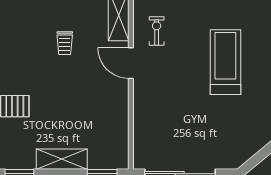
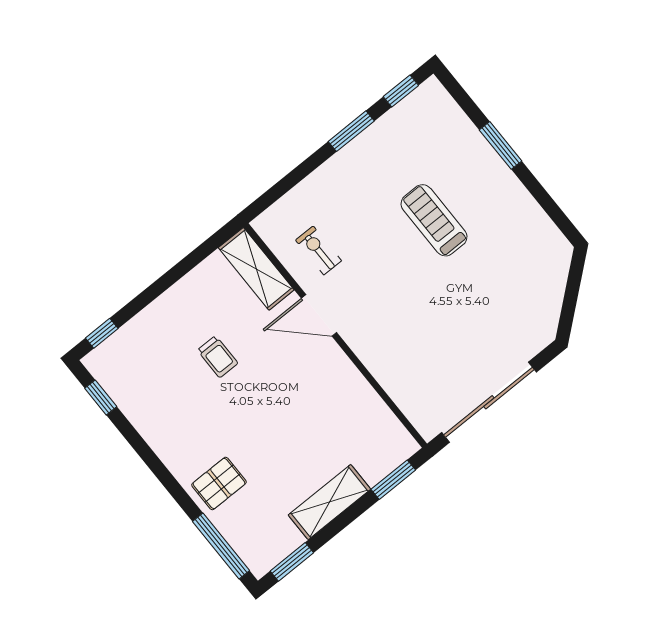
treadmill: (225, 62) -> (434, 220), width x0.73, depth x0.73

